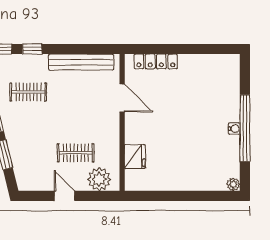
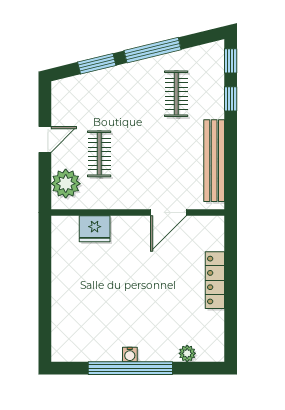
locker: (156, 61) -> (215, 280), moved
plant: (233, 184) -> (187, 353), moved

